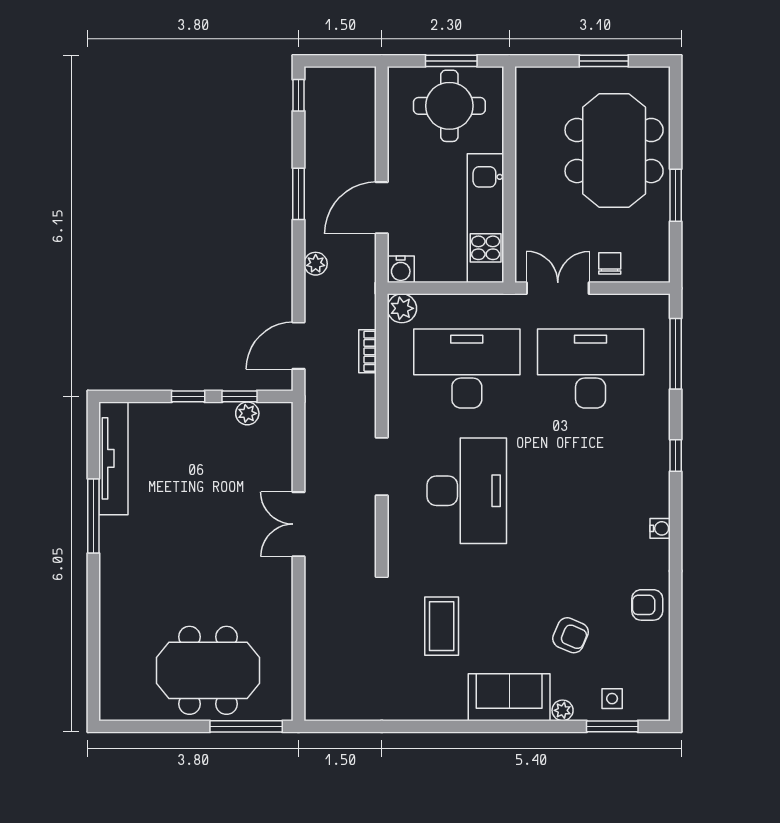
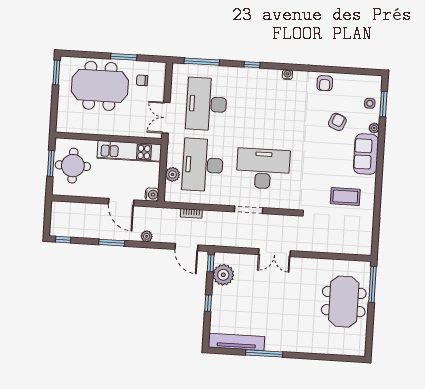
window: (604, 61) -> (56, 73), moved
chair: (610, 263) -> (142, 80), moved
plant: (402, 308) -> (172, 174), moved
window: (240, 396) -> (211, 263), moved
plant: (247, 413) -> (223, 275), width x1.88, depth x1.88
coffee table: (442, 626) -> (345, 197), moved

